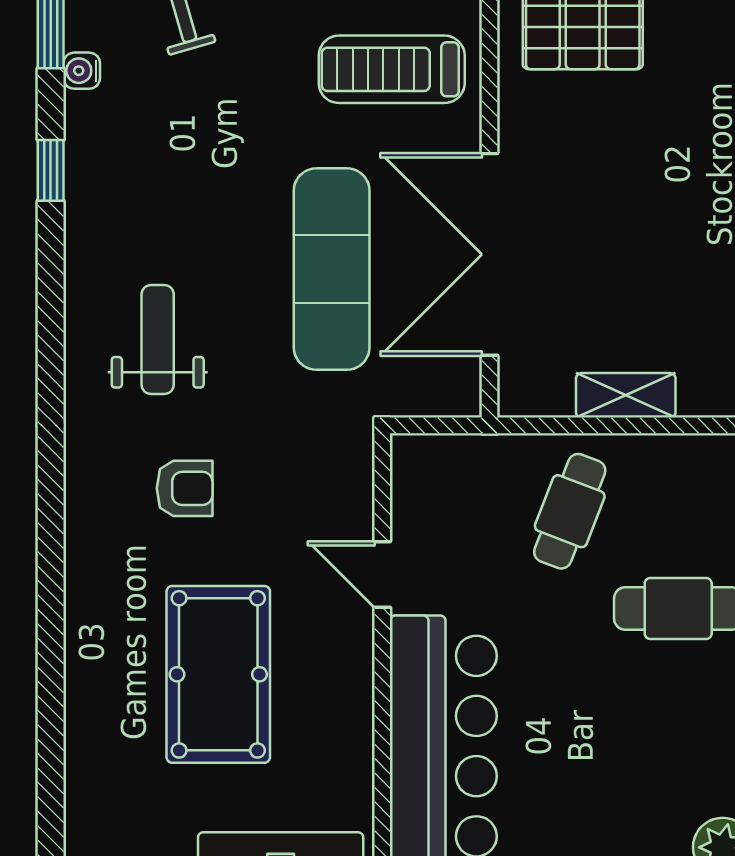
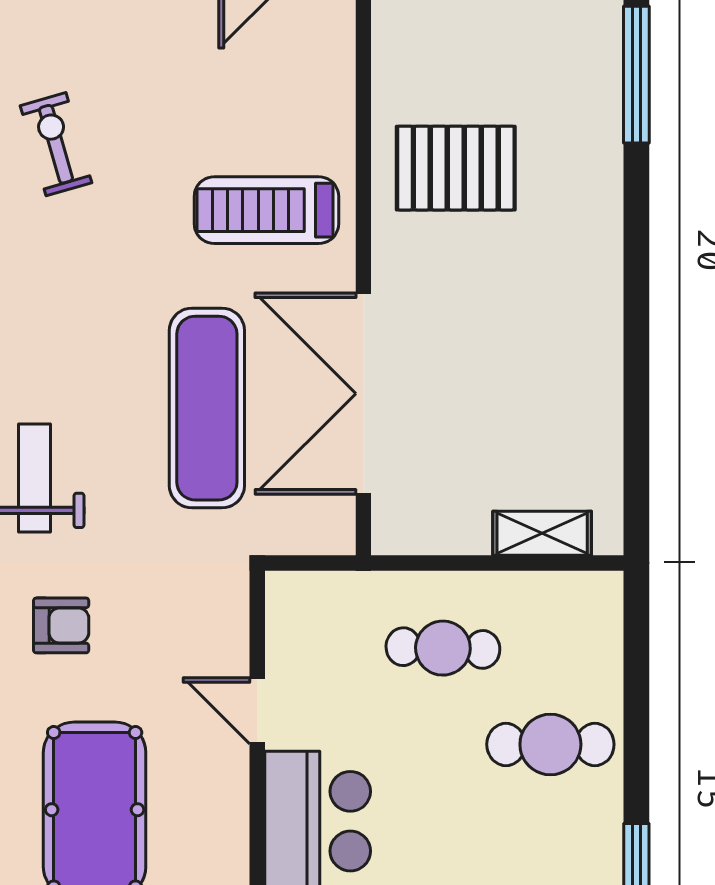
shelving: (626, 395) -> (542, 533), moved
cafe table: (570, 511) -> (443, 648), turned 71

